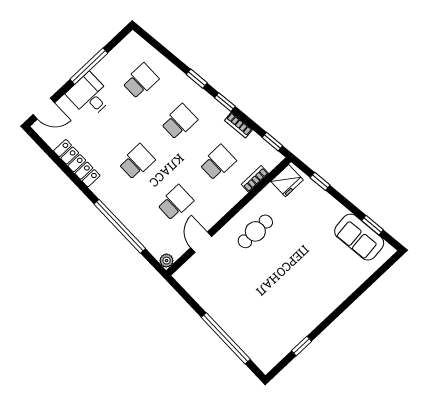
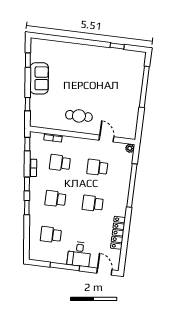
fridge: (287, 181) -> (41, 121), removed
sofa: (359, 237) -> (39, 78), moved
door: (201, 242) -> (106, 139), swing flipped

